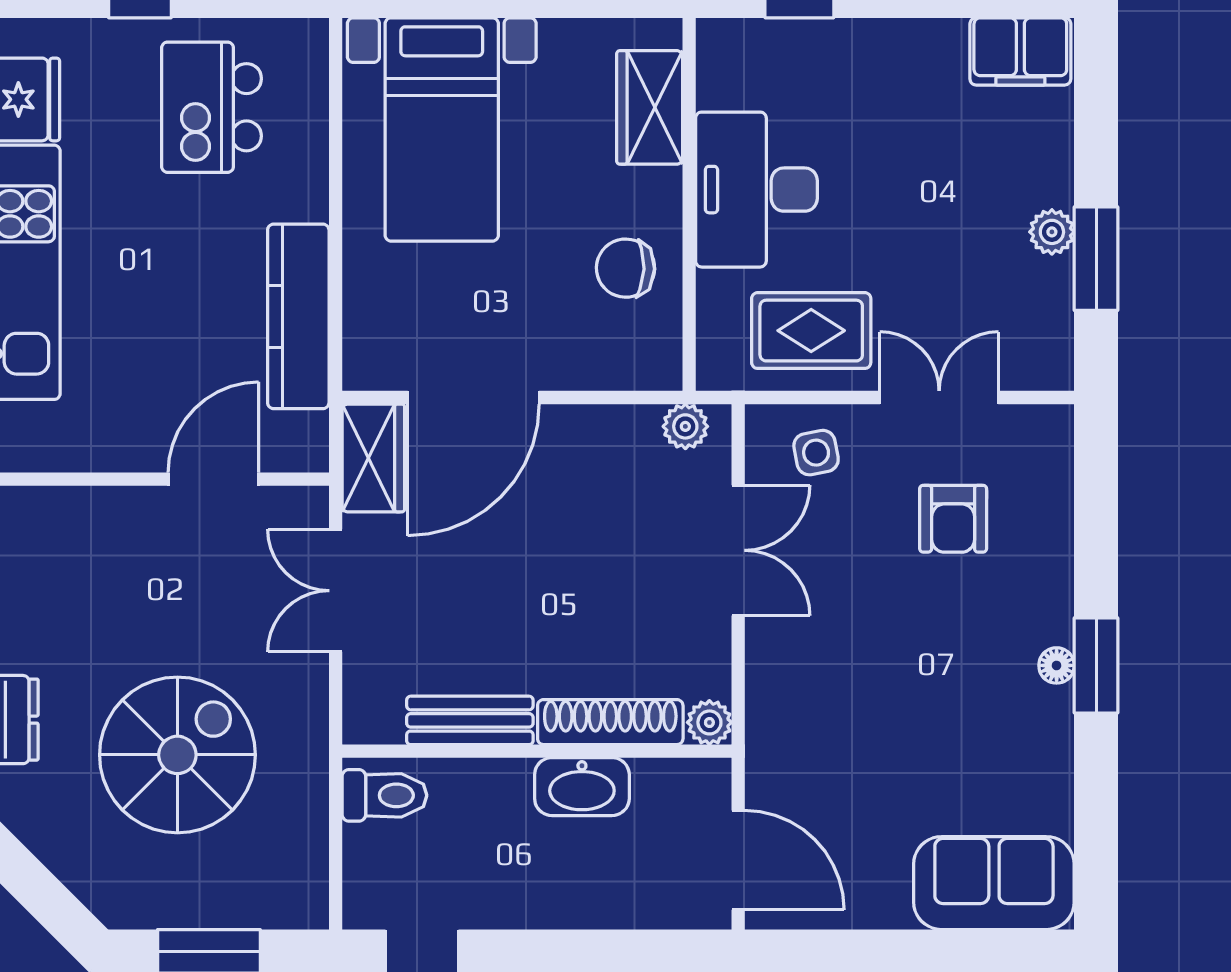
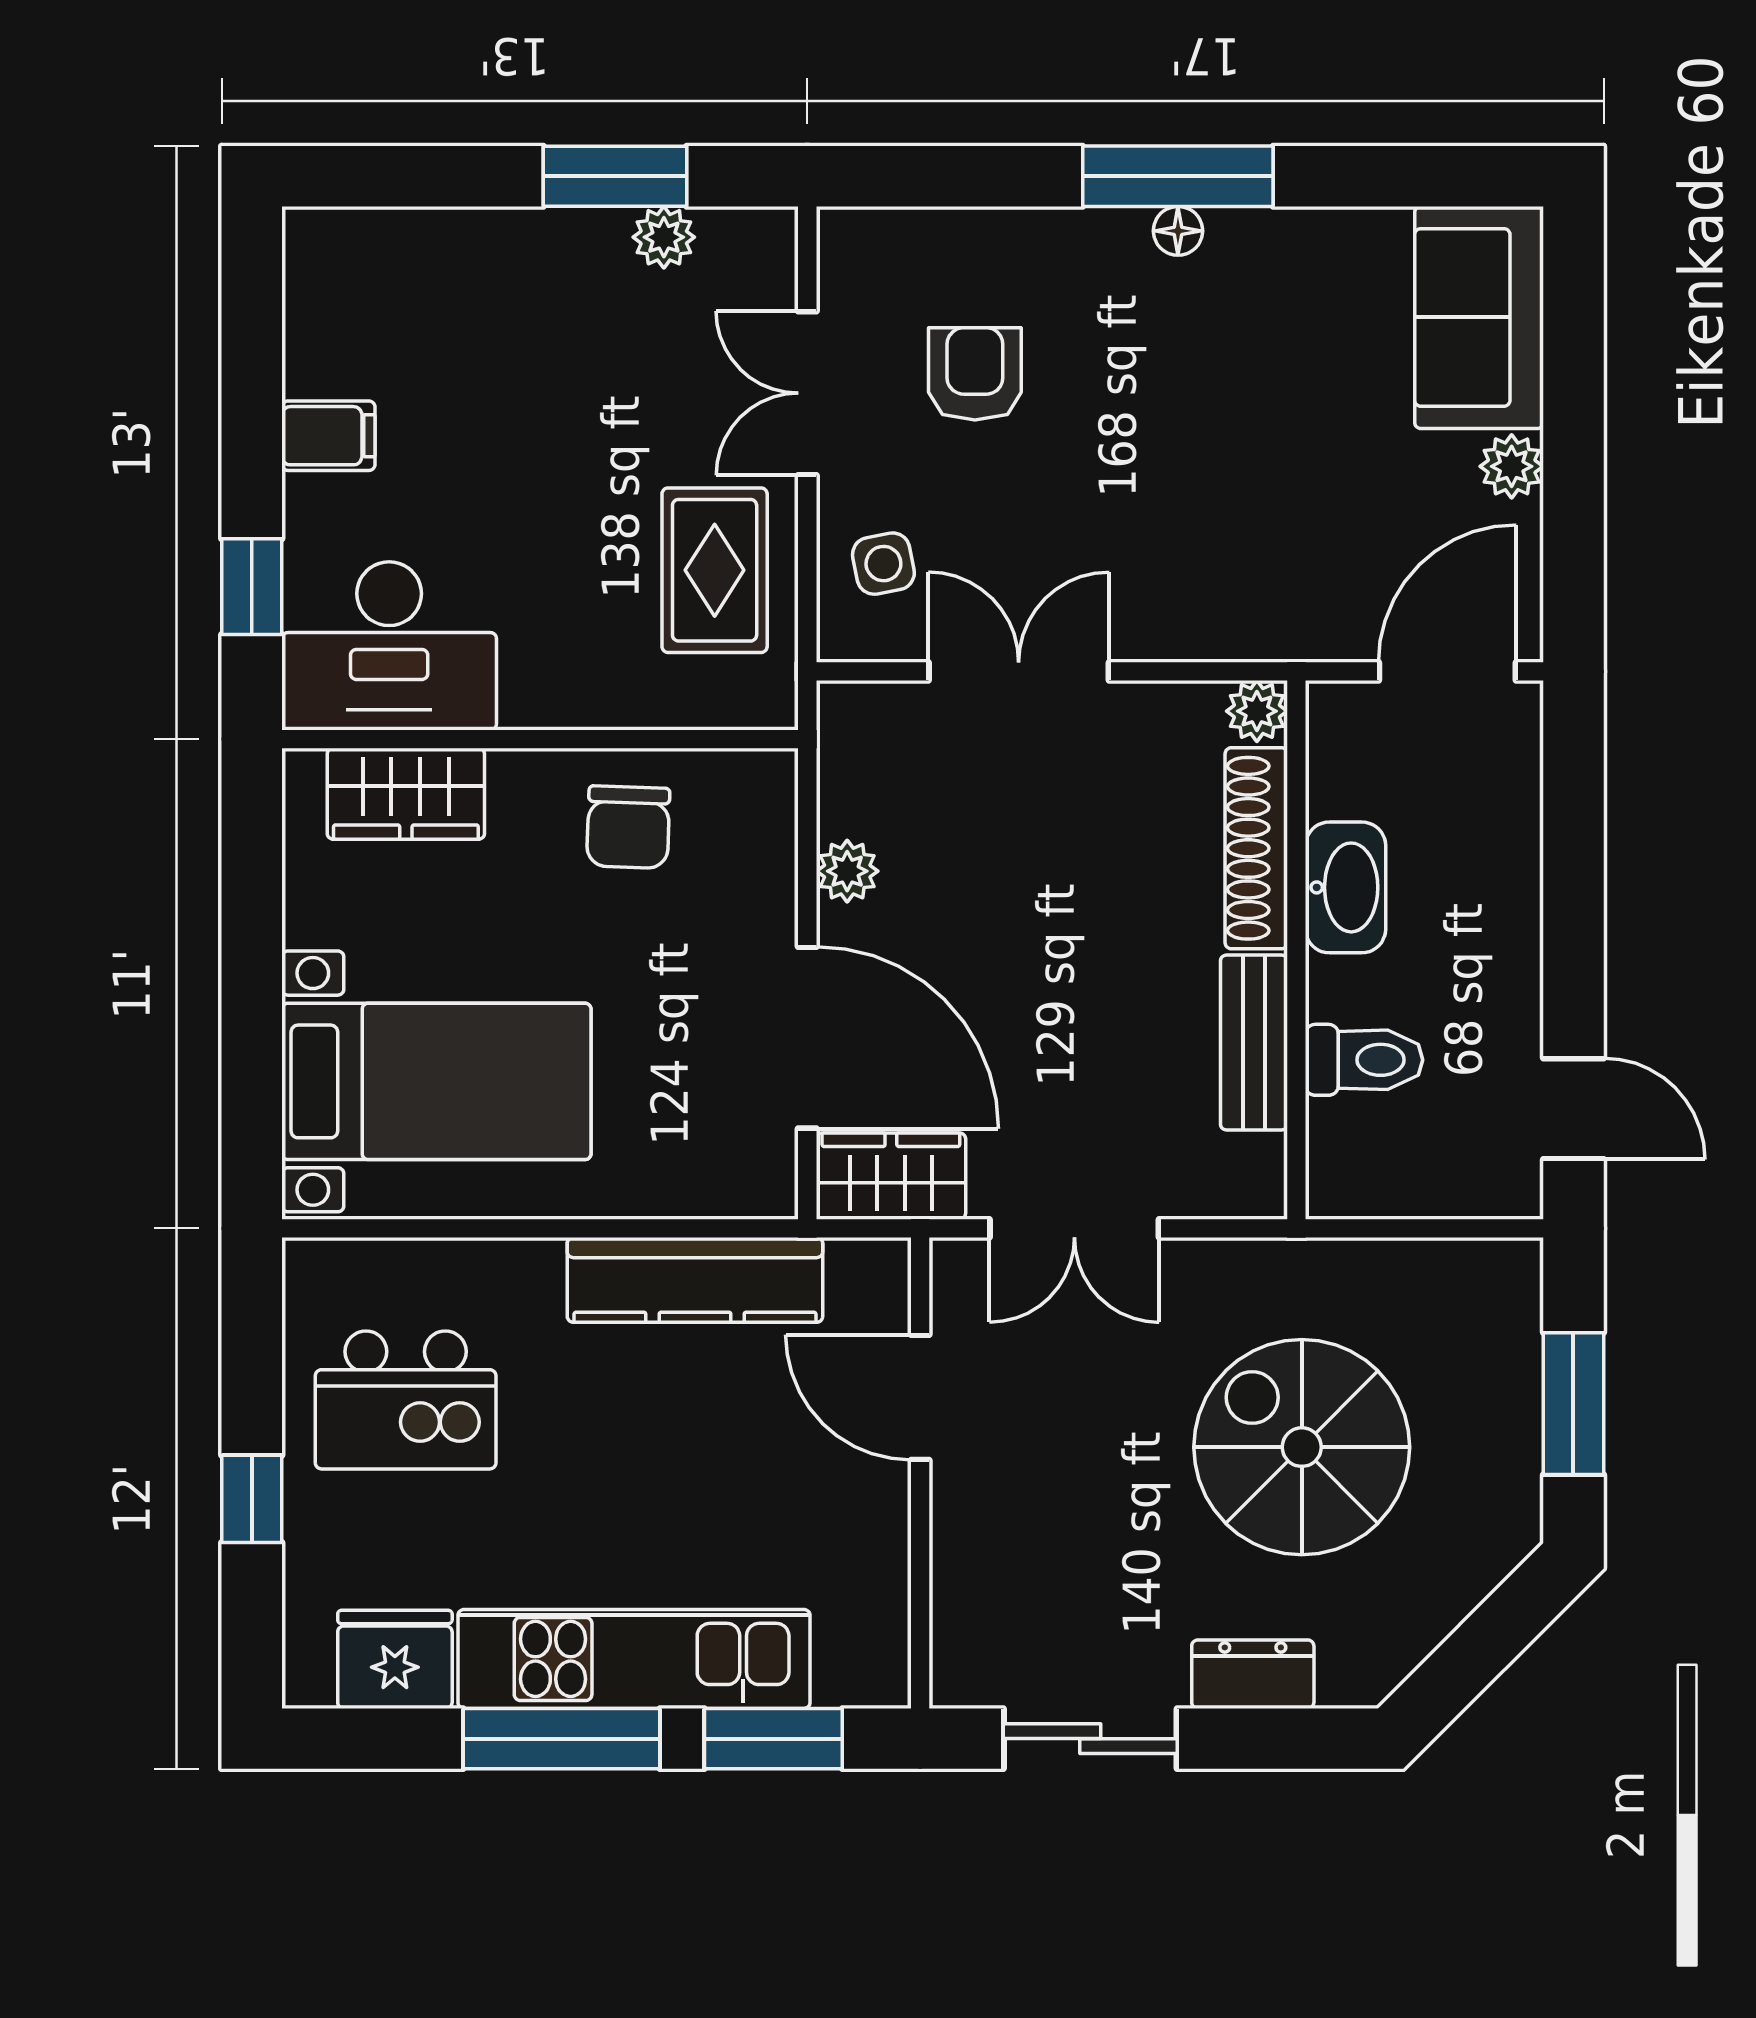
filing cabinet: (1020, 51) -> (328, 436), moved, width x0.50
desk: (757, 190) -> (389, 646), moved
plant: (1052, 232) -> (664, 237), moved
plant: (685, 426) -> (847, 871), moved
armchair: (953, 519) -> (975, 374), turned -90
window: (1096, 665) -> (1178, 176), width x1.44
toilet: (384, 795) -> (1364, 1060), moved, turned 90
plant: (886, 907) -> (1512, 466), added

